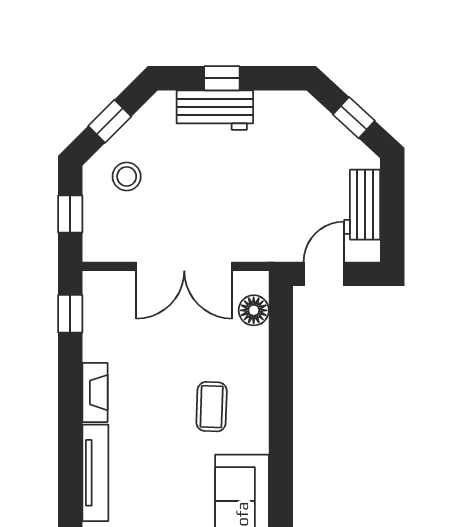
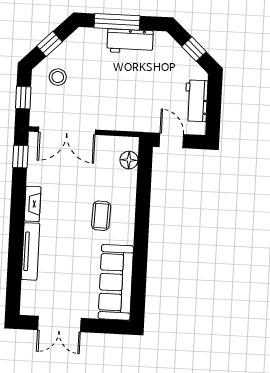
window: (222, 78) -> (117, 22), width x2.17
workbench: (215, 110) -> (130, 41), moved
double door: (184, 266) -> (67, 131), moved
door: (324, 274) -> (171, 141), hinge flipped

